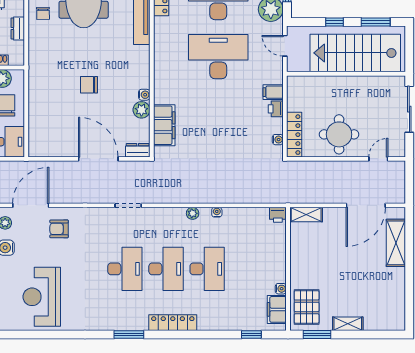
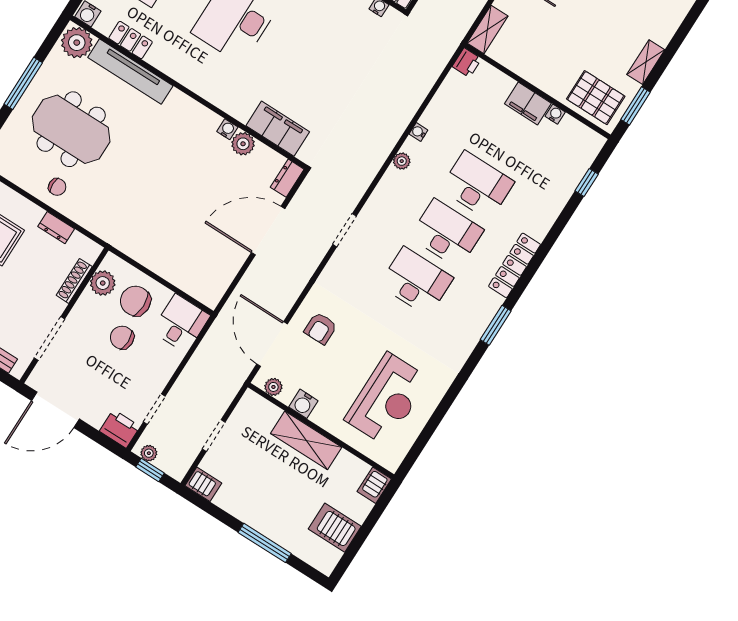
chair: (89, 85) -> (175, 186), removed
reception desk: (42, 297) -> (387, 399), turned -90
filing cabinet: (277, 309) -> (528, 103), moved

